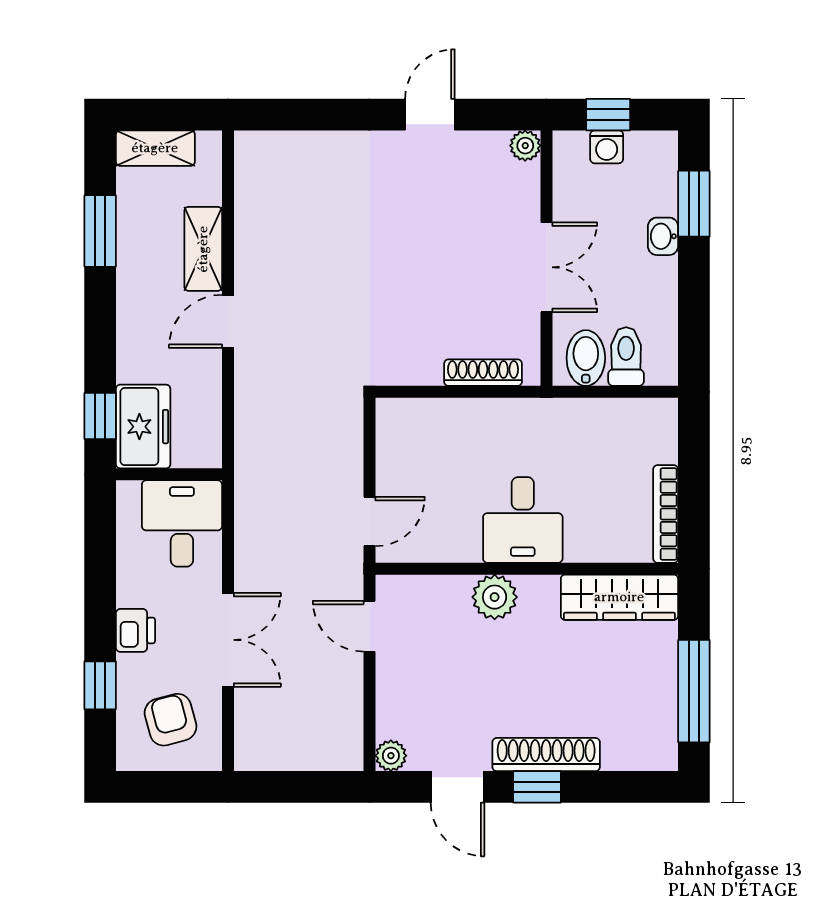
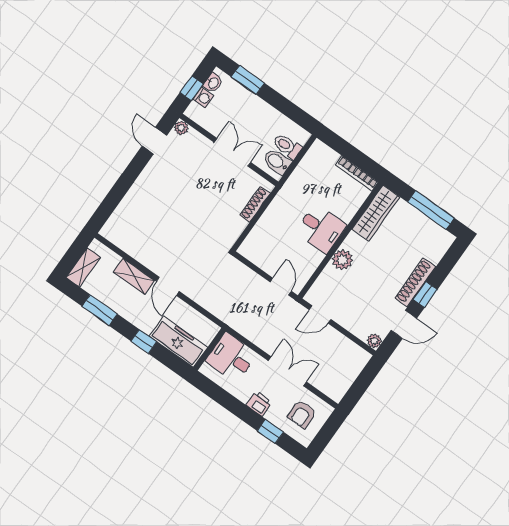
door: (430, 115) -> (154, 141), moved
washbasin: (663, 236) -> (213, 83), moved, turned -90
window: (100, 416) -> (144, 341), moved
freezer: (143, 427) -> (178, 342), width x1.40
armchair: (170, 720) -> (302, 414), turned -75

